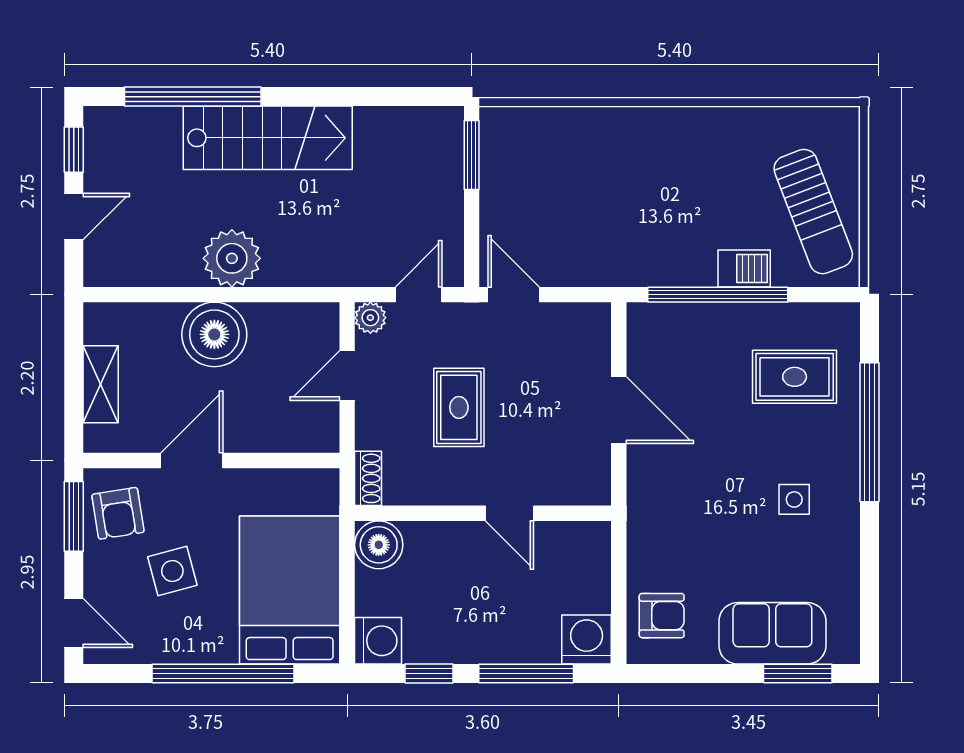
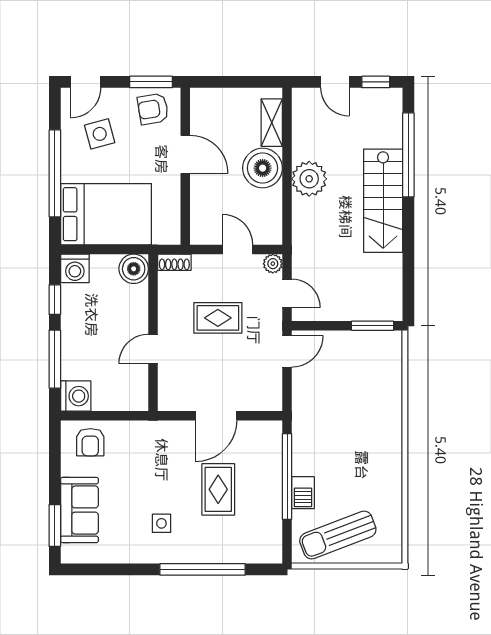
rug: (795, 377) -> (218, 489), moved
shelving: (101, 384) -> (272, 123), moved, turned 90
side table: (172, 571) -> (100, 134), moved

